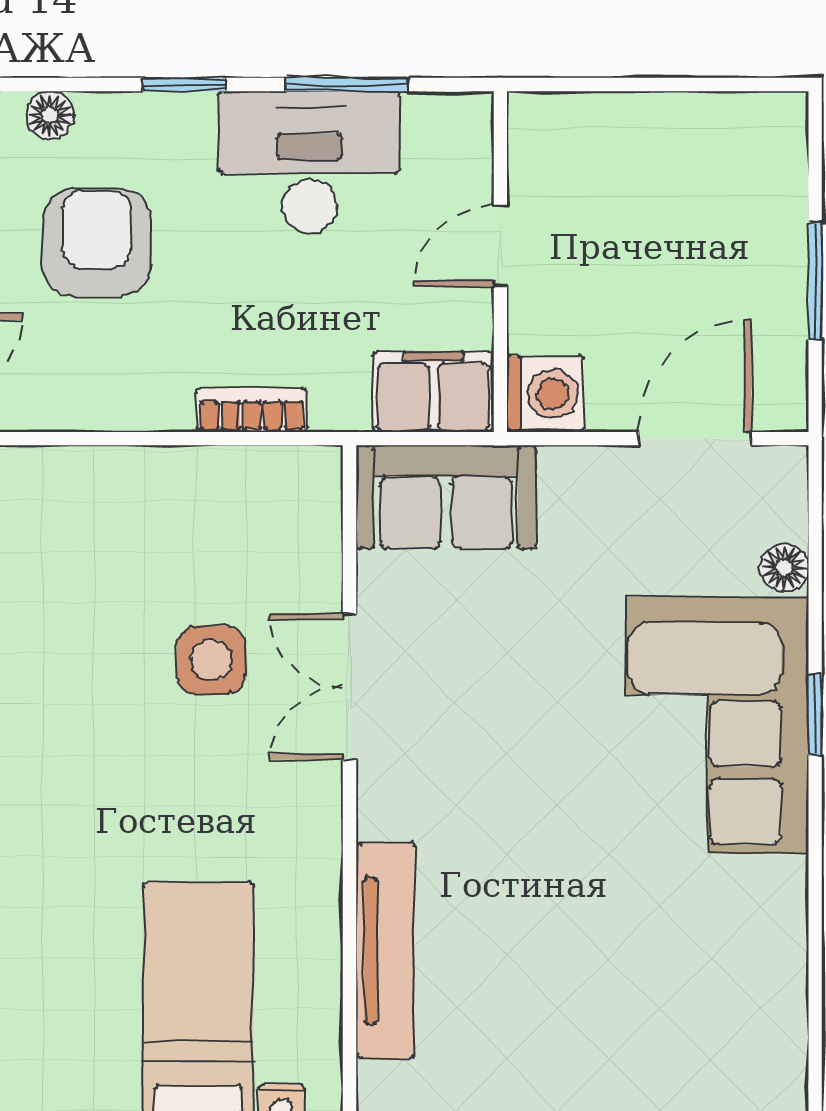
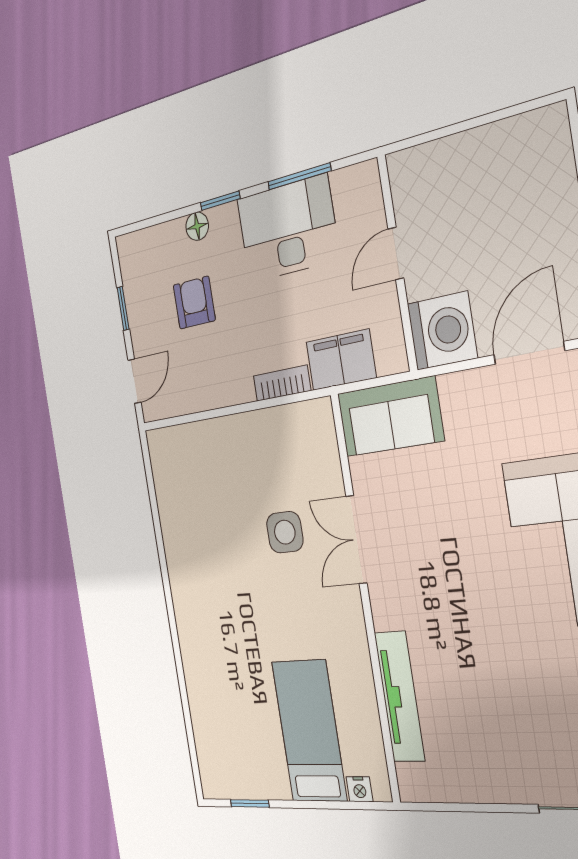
floor lamp: (50, 115) -> (197, 226), moved
armchair: (97, 242) -> (194, 303), width x0.72, depth x0.72
filing cabinet: (433, 392) -> (341, 360), moved
washing machine: (545, 394) -> (442, 331), width x1.37, depth x1.37

